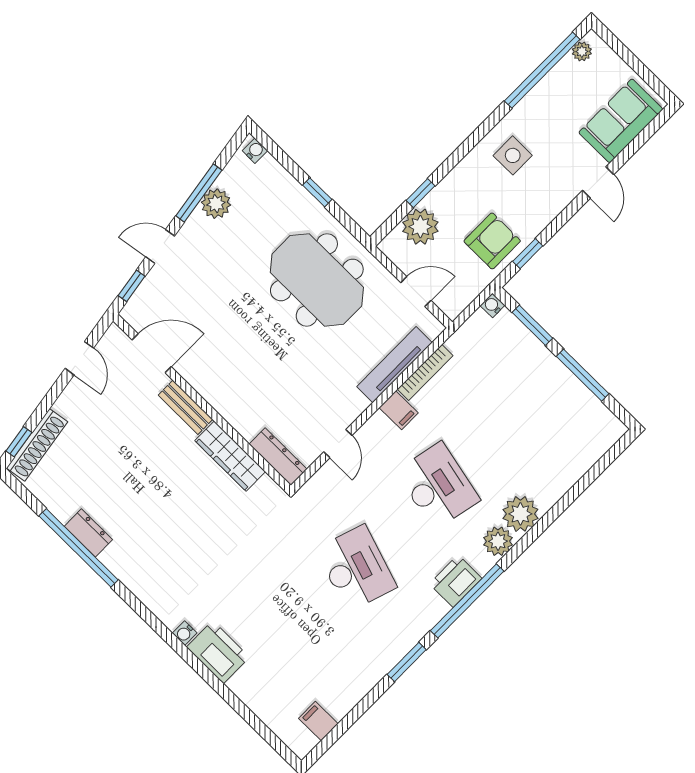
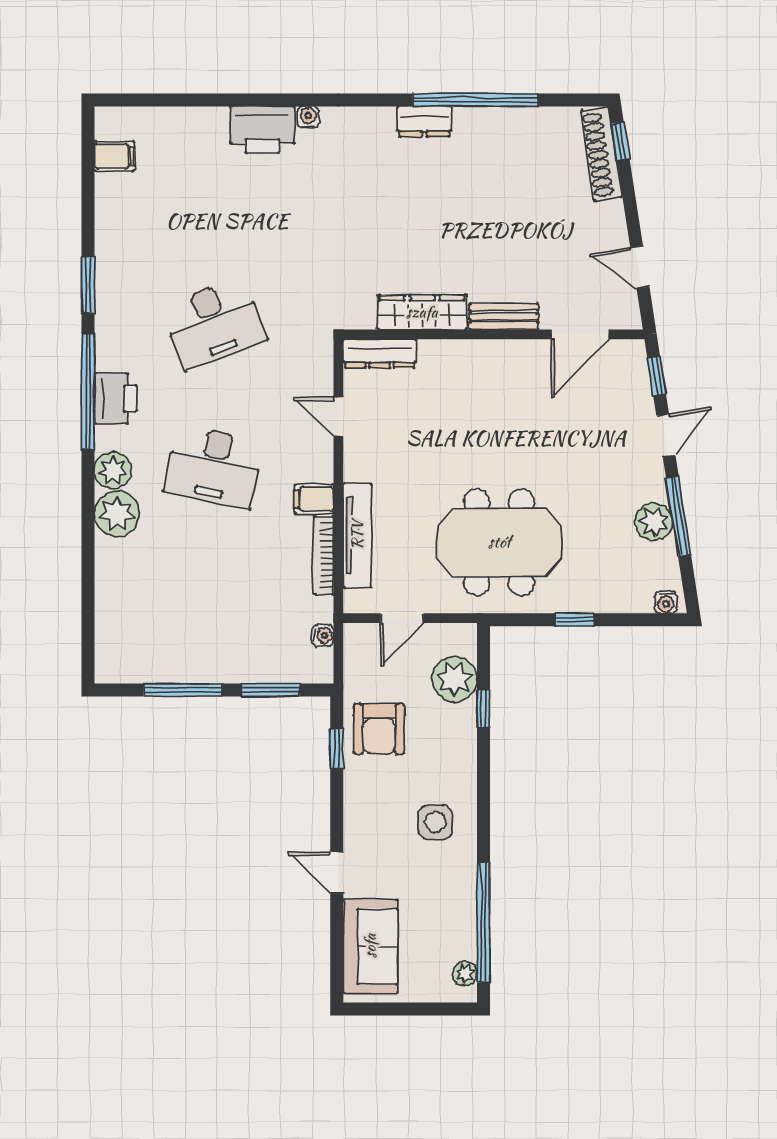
water cooler: (492, 305) -> (323, 635), moved
dresser: (88, 533) -> (424, 122), moved
desk: (356, 568) -> (214, 323), turned -39

